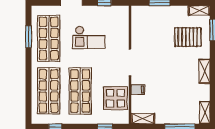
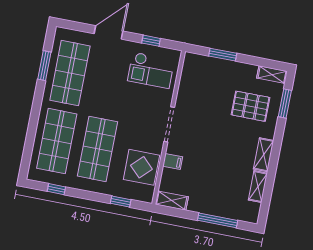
checkout: (89, 37) -> (151, 70), moved
shelving: (205, 112) -> (258, 187), moved

